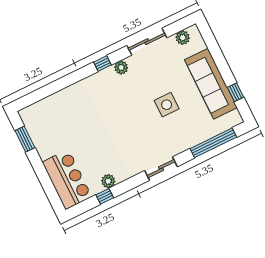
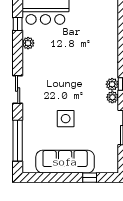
plant: (183, 38) -> (112, 84), moved
window: (235, 92) -> (90, 178), moved
window: (105, 196) -> (18, 24), moved

